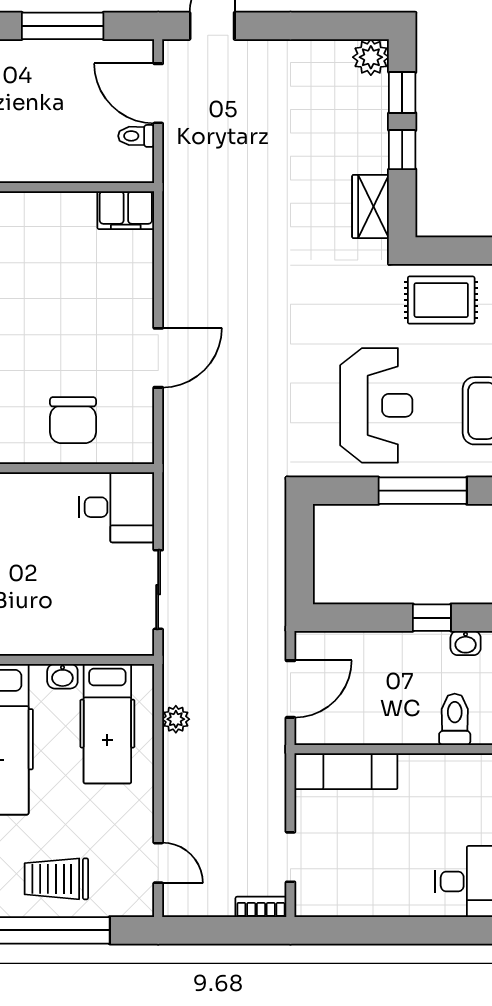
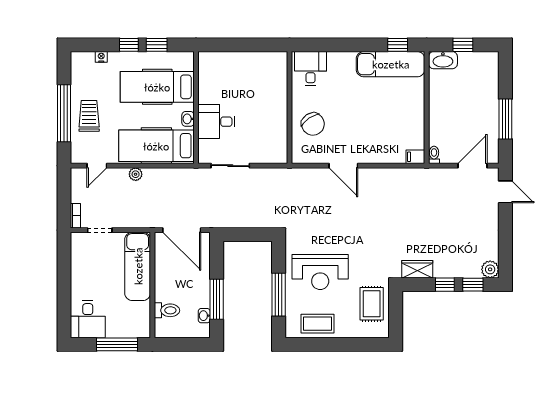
toilet: (136, 136) -> (434, 155), moved
filing cabinet: (126, 210) -> (415, 157), width x0.50
chair: (73, 420) -> (313, 124), turned -124
desk: (116, 507) -> (216, 122), moved, turned 90
window: (432, 618) -> (217, 299), width x2.17
door: (290, 689) -> (182, 230), width x1.36
plant: (176, 719) -> (136, 174), moved
hospital bed: (107, 724) -> (156, 146), width x1.37, depth x1.29
exam couch: (346, 771) -> (138, 266), width x1.36, depth x1.45

